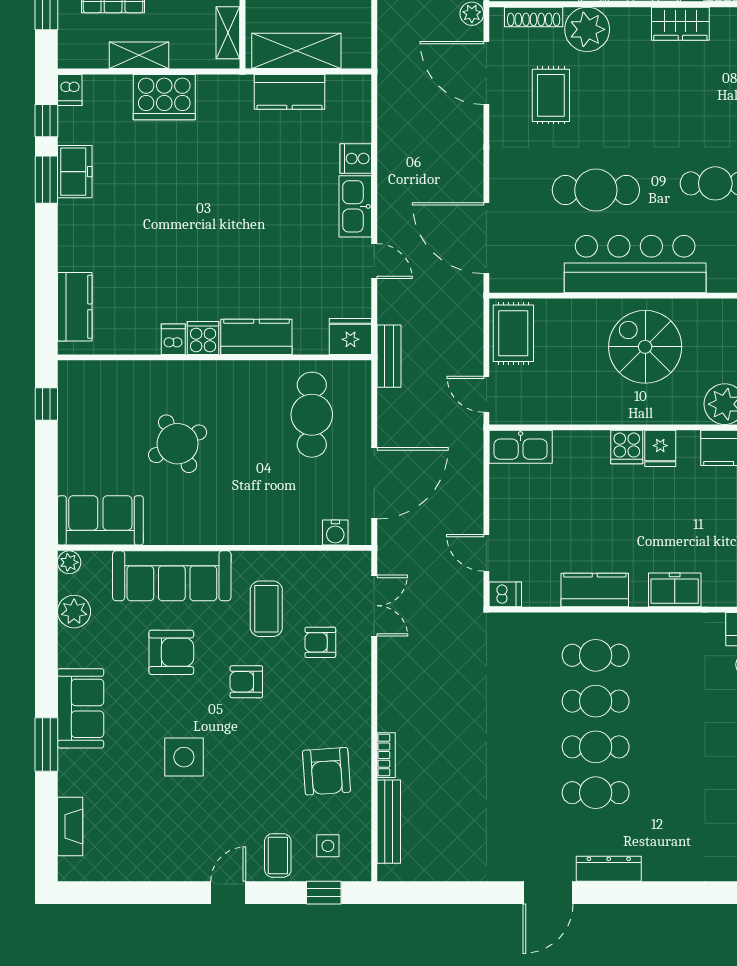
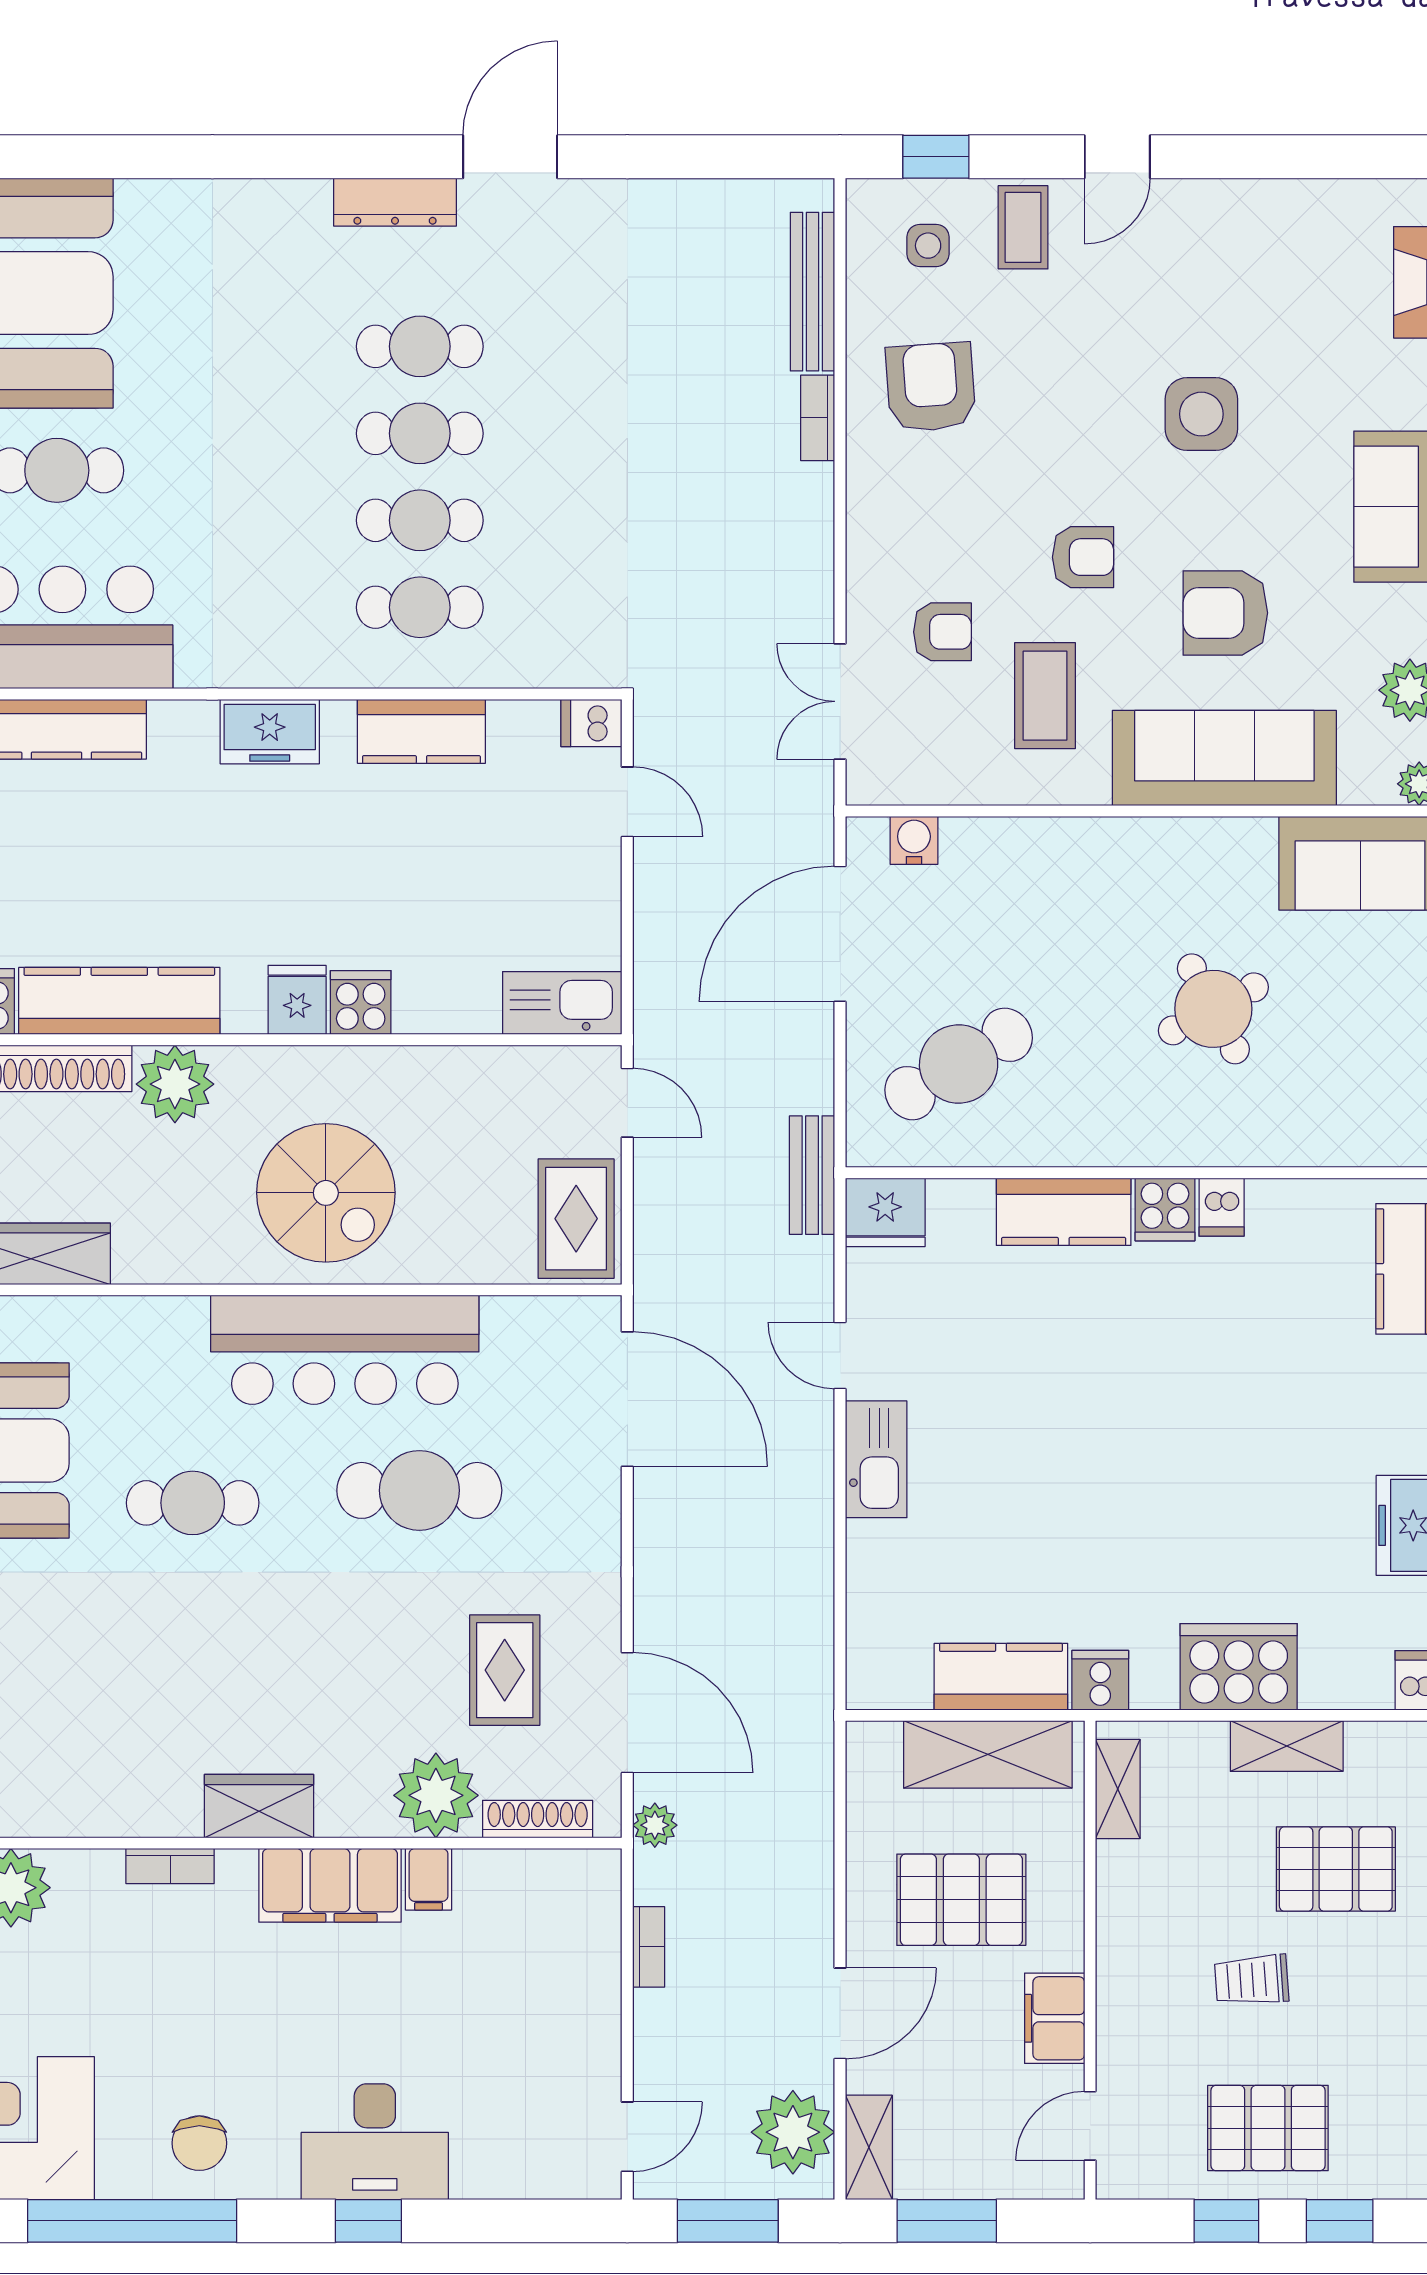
cooker: (356, 159) -> (1100, 1680), moved, turned -90
cafe table: (312, 415) -> (959, 1064), turned 59

